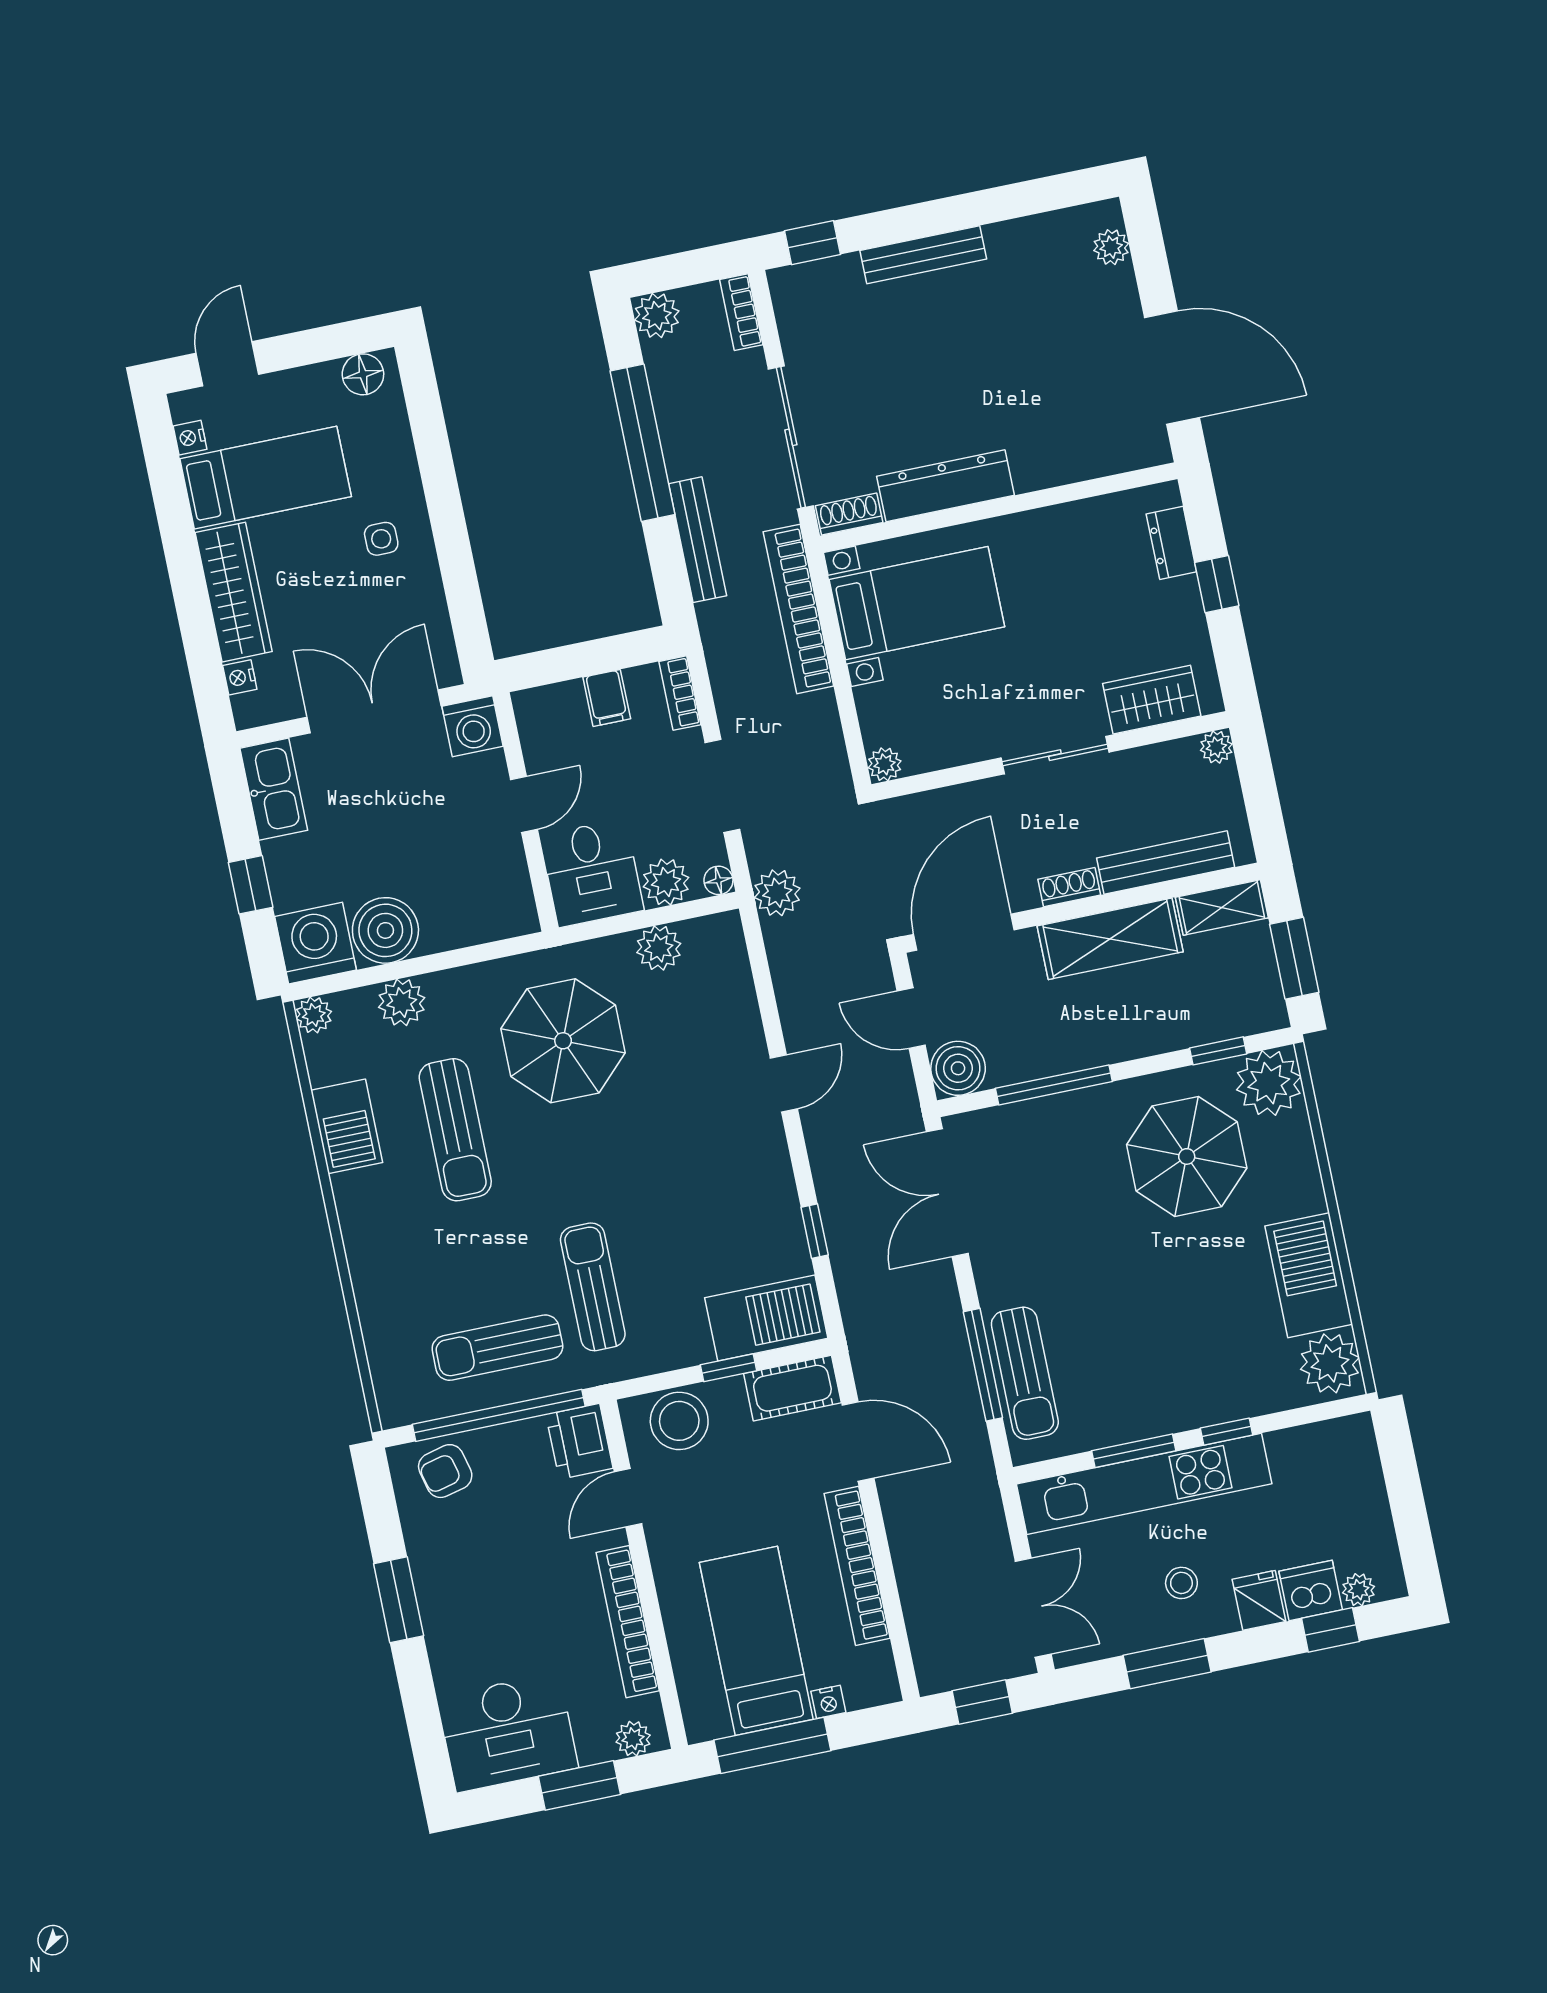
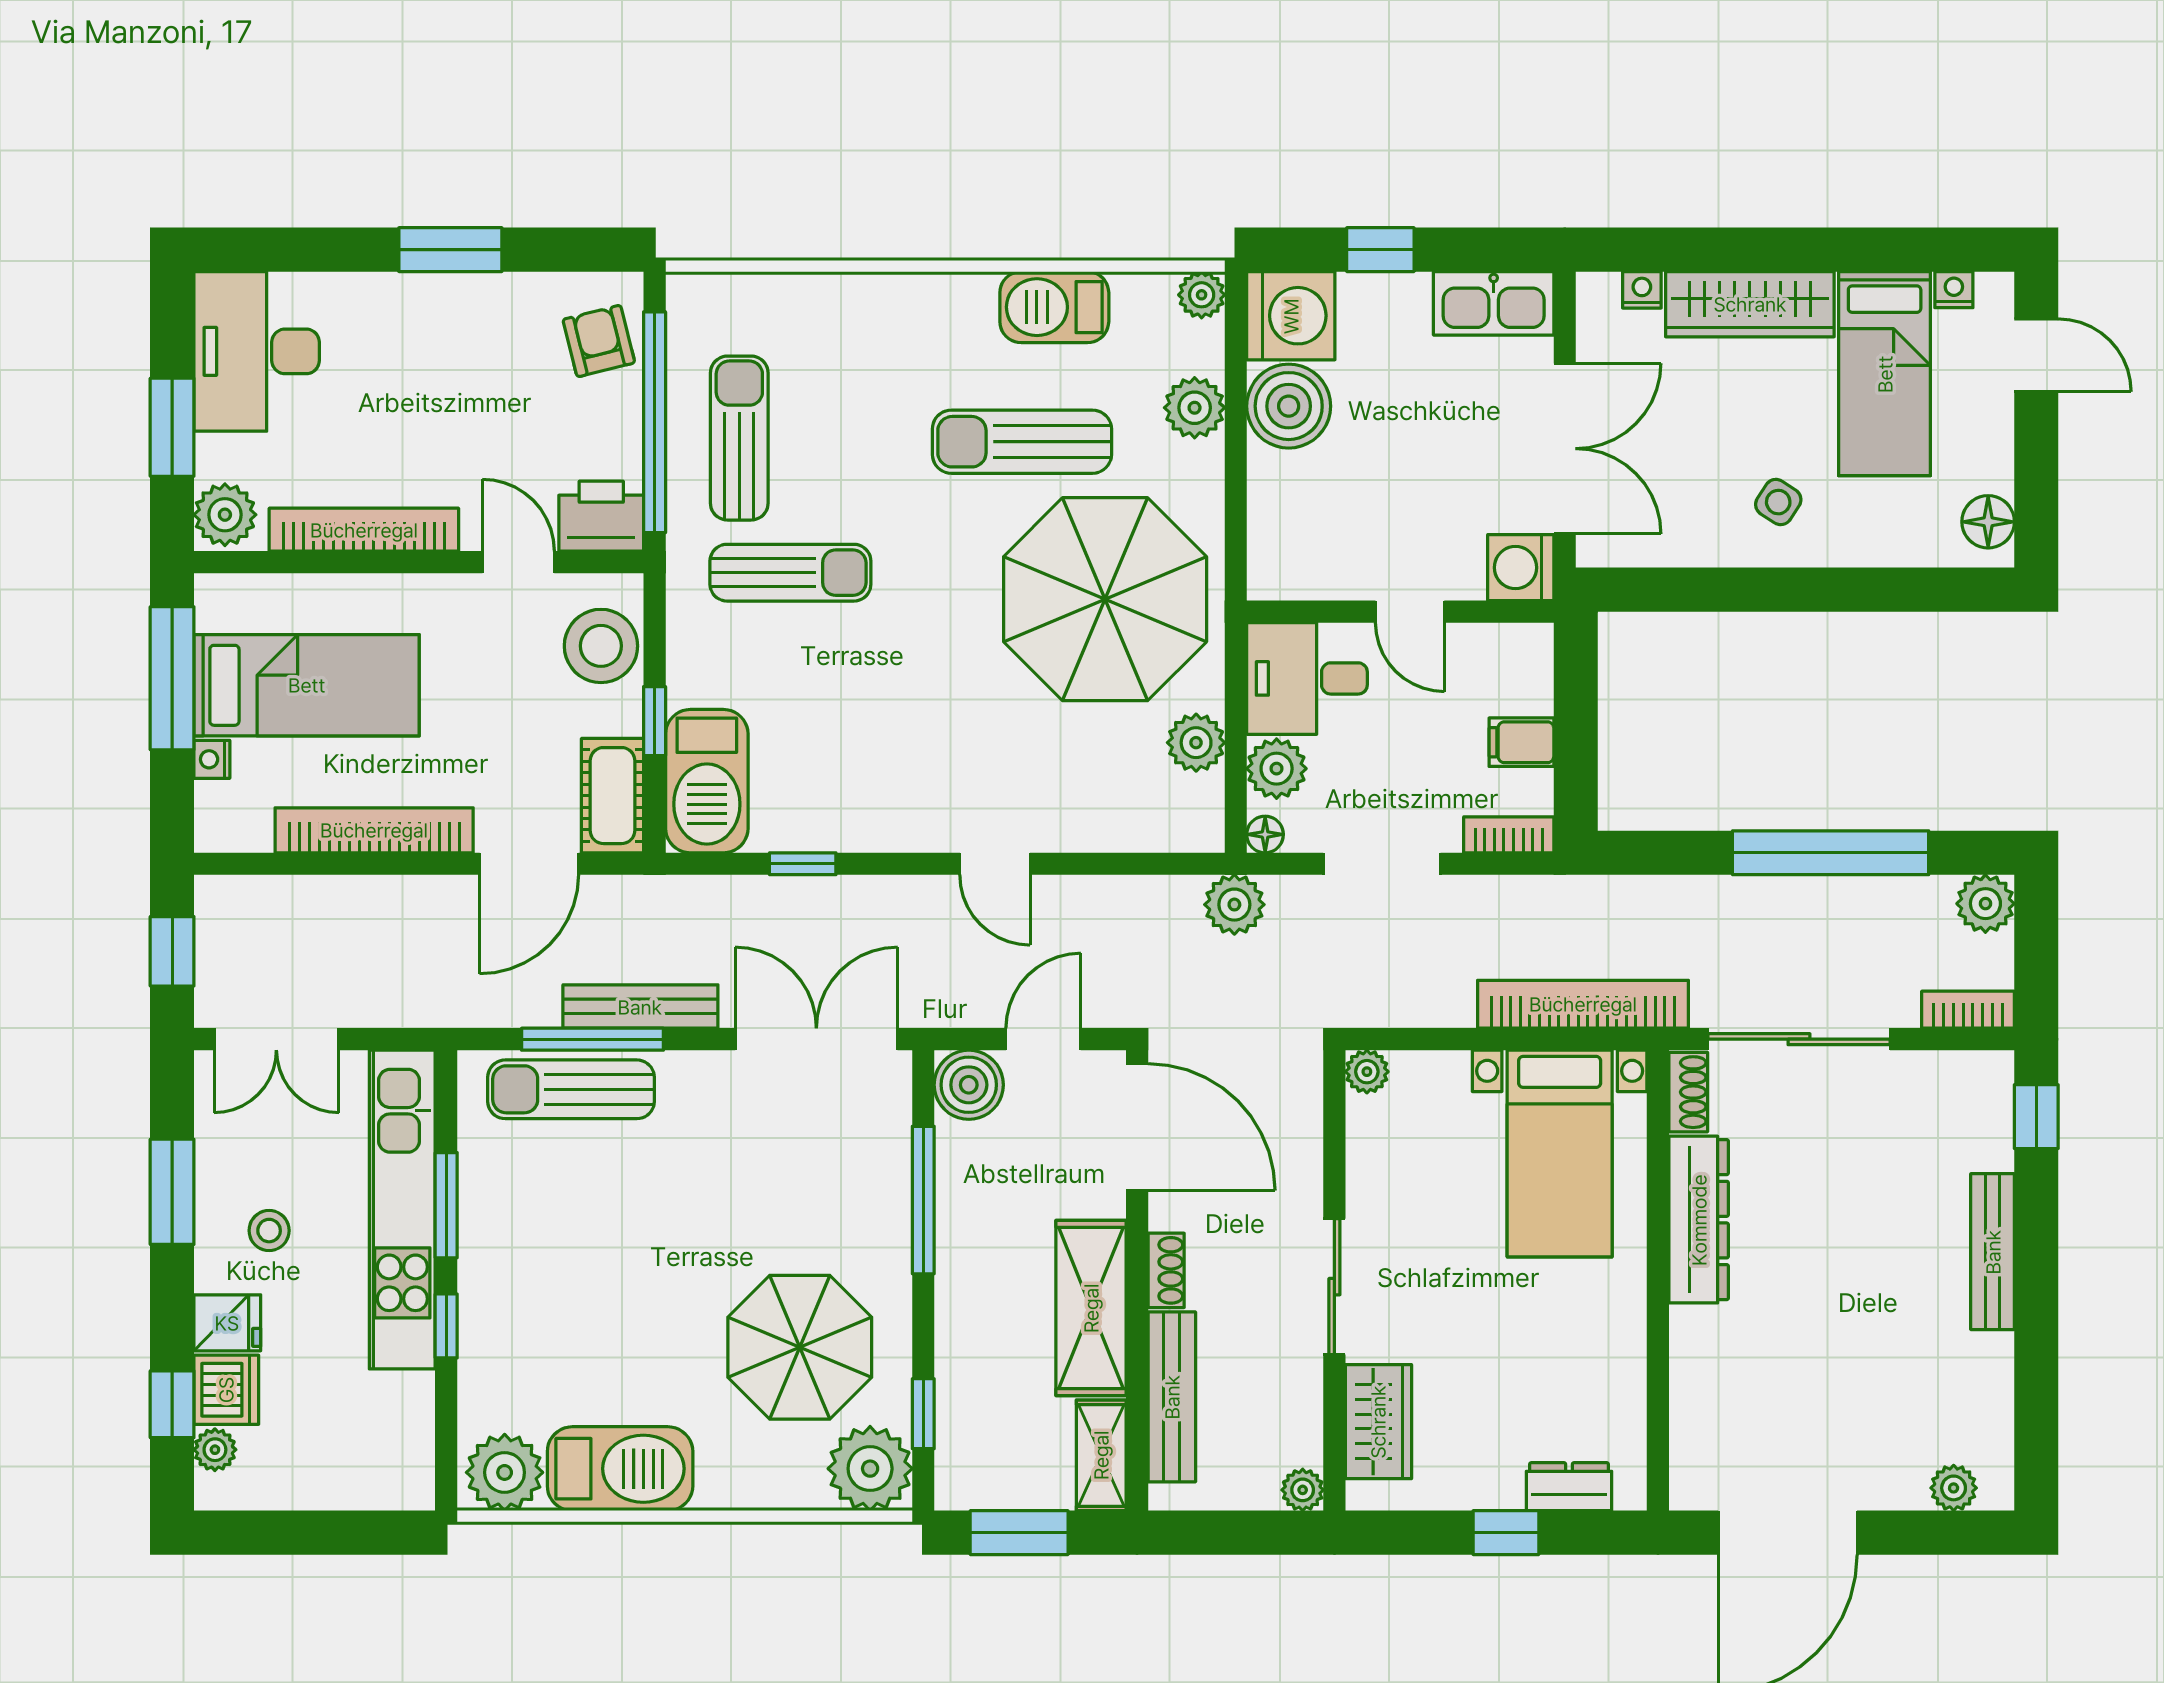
side table: (381, 539) -> (1778, 502), turned 33
bench: (698, 540) -> (640, 1007), moved
parasol: (563, 1041) -> (1105, 599), width x1.36, depth x1.36
plant: (633, 1739) -> (225, 515), width x1.38, depth x1.38

